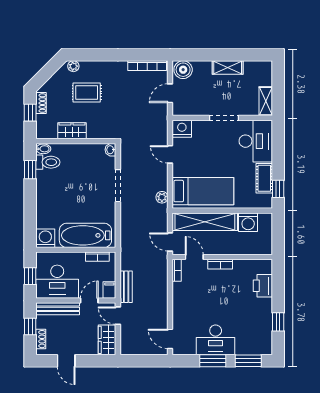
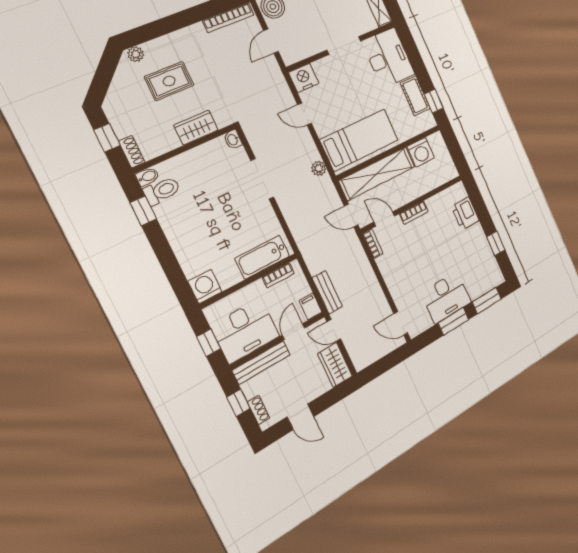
shoe rack: (41, 103) -> (132, 152), moved
wardrobe: (72, 131) -> (196, 128), moved
bathtub: (85, 235) -> (262, 257), width x0.73, depth x0.73

